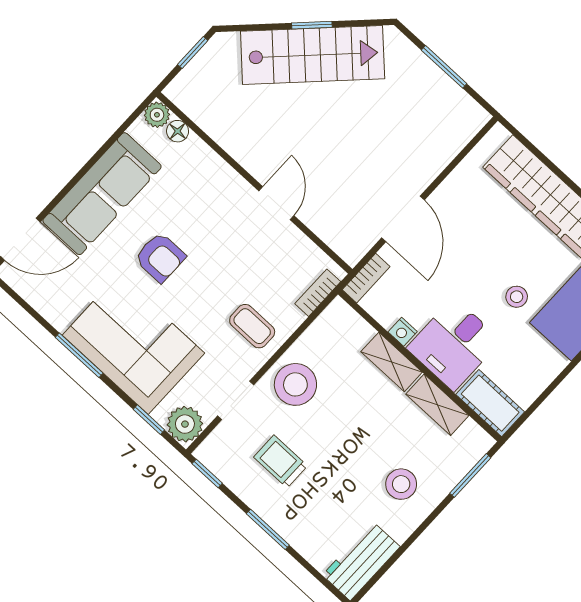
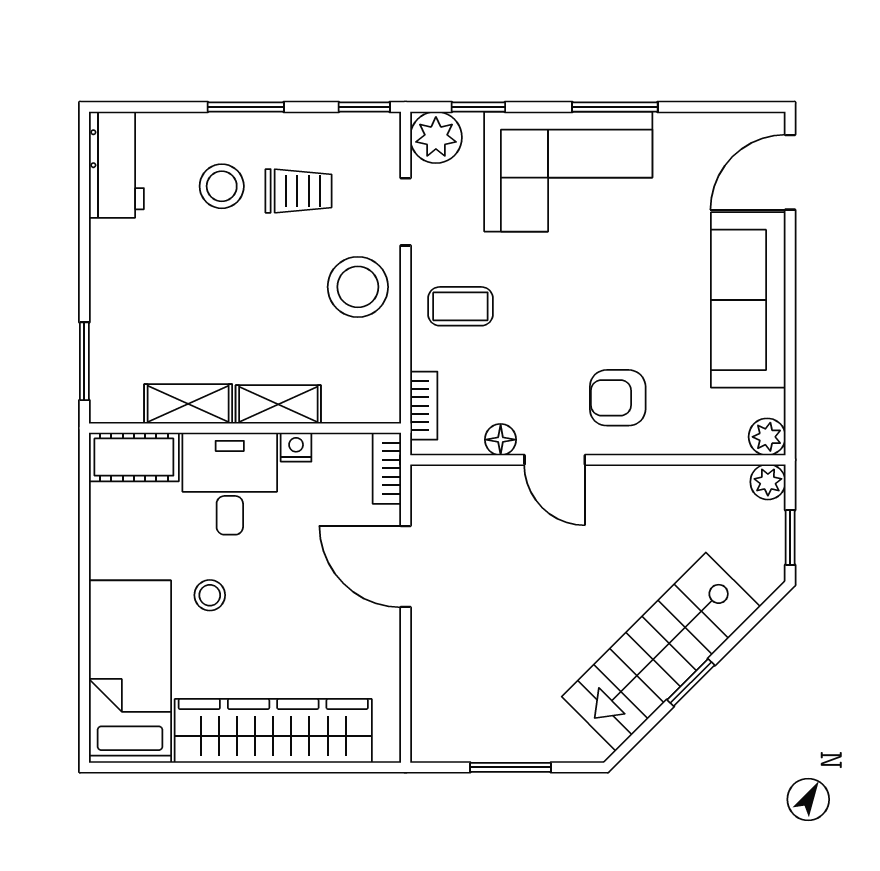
plant: (178, 91) -> (768, 482), added
floor lamp: (178, 131) -> (501, 440), moved
armchair: (160, 257) -> (618, 398), moved
stool: (401, 484) -> (222, 186), moved

